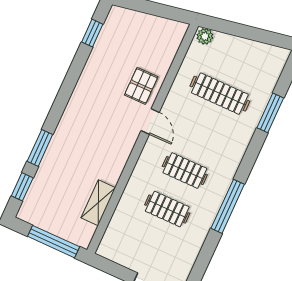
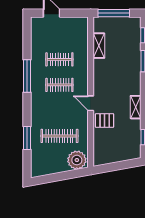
plant: (205, 36) -> (77, 160), width x1.87, depth x1.87
shelving: (85, 85) -> (136, 107), added
pallet: (141, 86) -> (105, 120), turned 90

